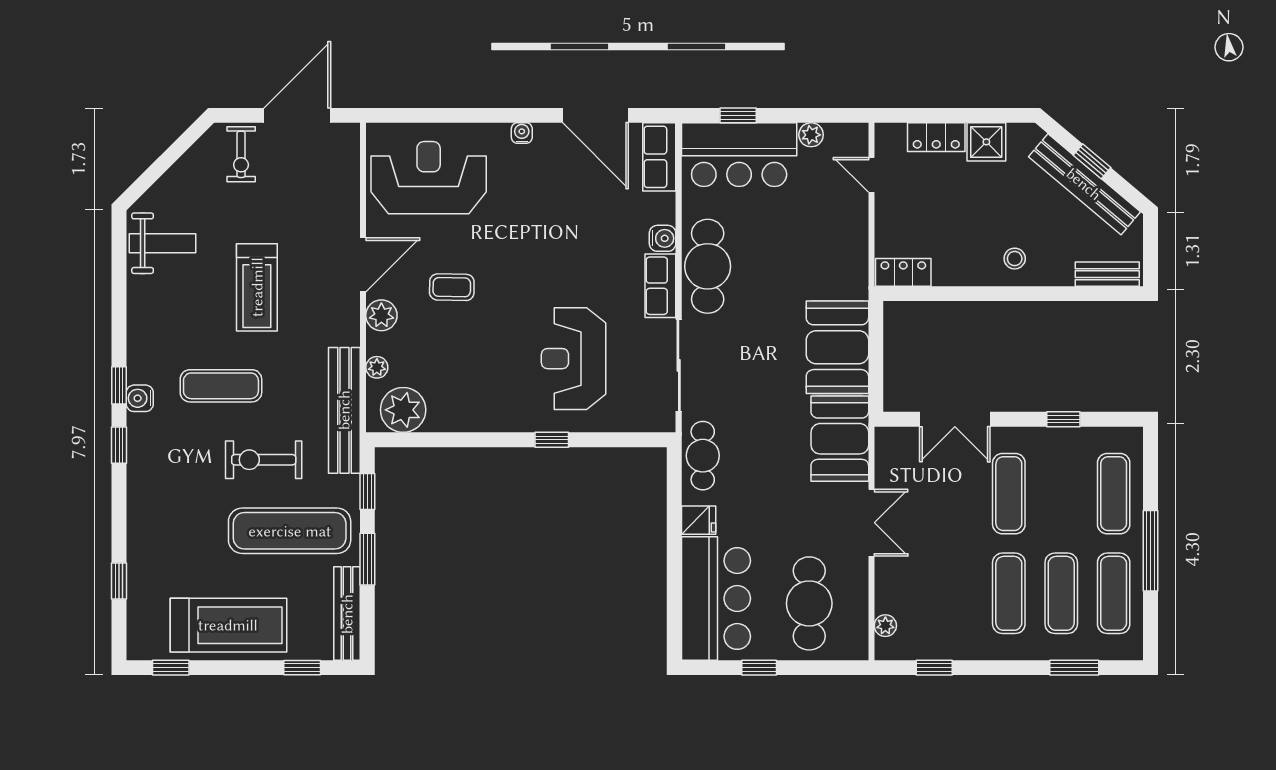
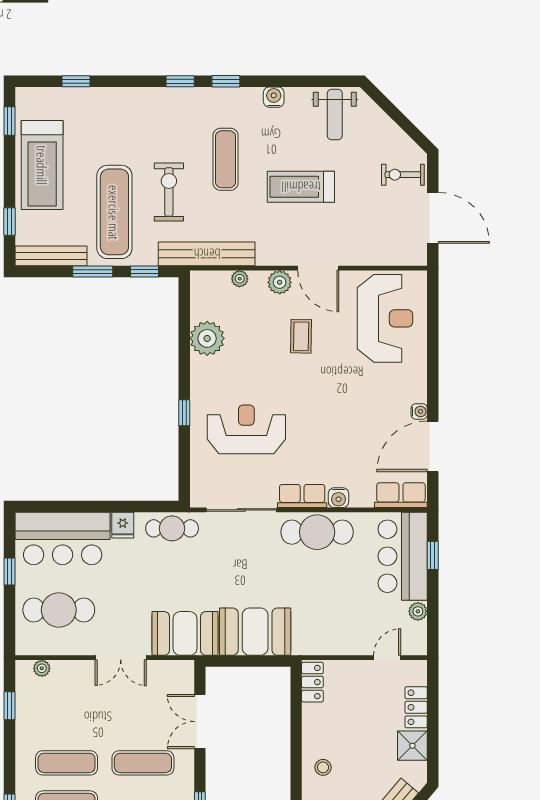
water cooler: (522, 133) -> (419, 411), moved
water cooler: (140, 398) -> (274, 97), moved
plant: (403, 410) -> (207, 338), moved

